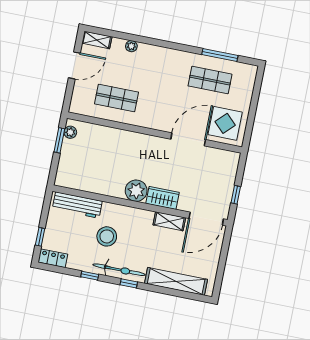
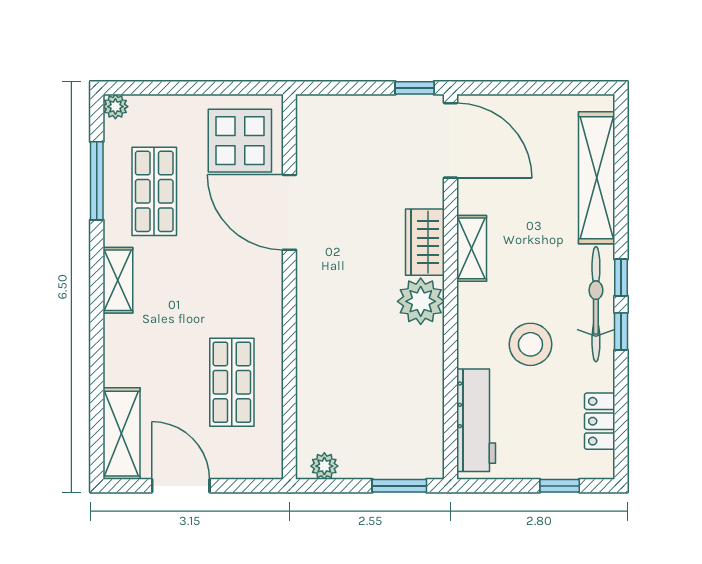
shelving: (97, 40) -> (121, 434), width x1.50, depth x1.33
plant: (131, 46) -> (115, 107), moved
shelving: (173, 56) -> (118, 280), added
window: (59, 140) -> (399, 486), moved
window: (236, 195) -> (415, 88), moved
shelving: (169, 221) -> (472, 248), moved
locker: (53, 258) -> (600, 421), moved
window: (90, 276) -> (621, 331), moved

